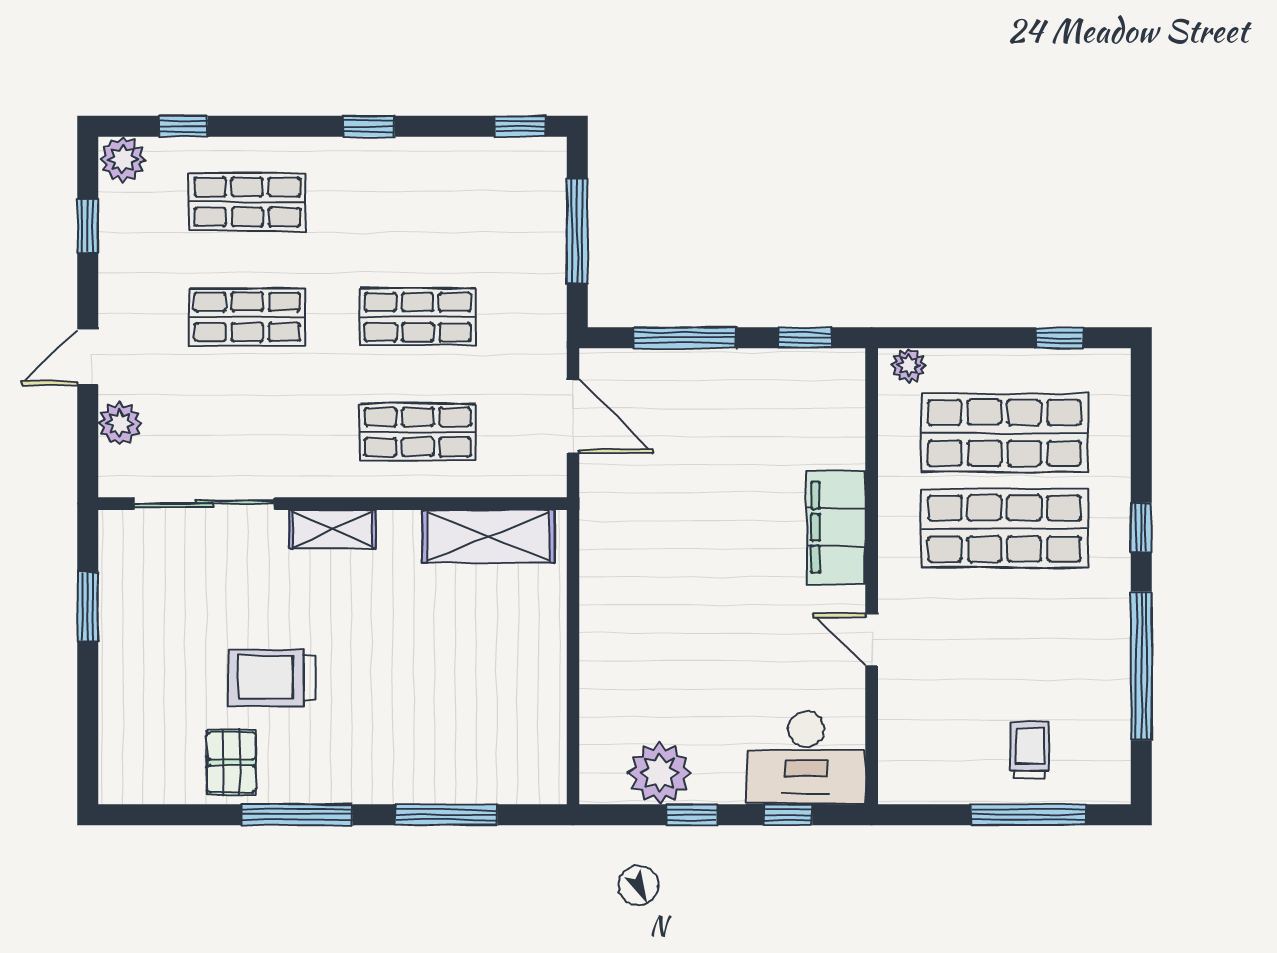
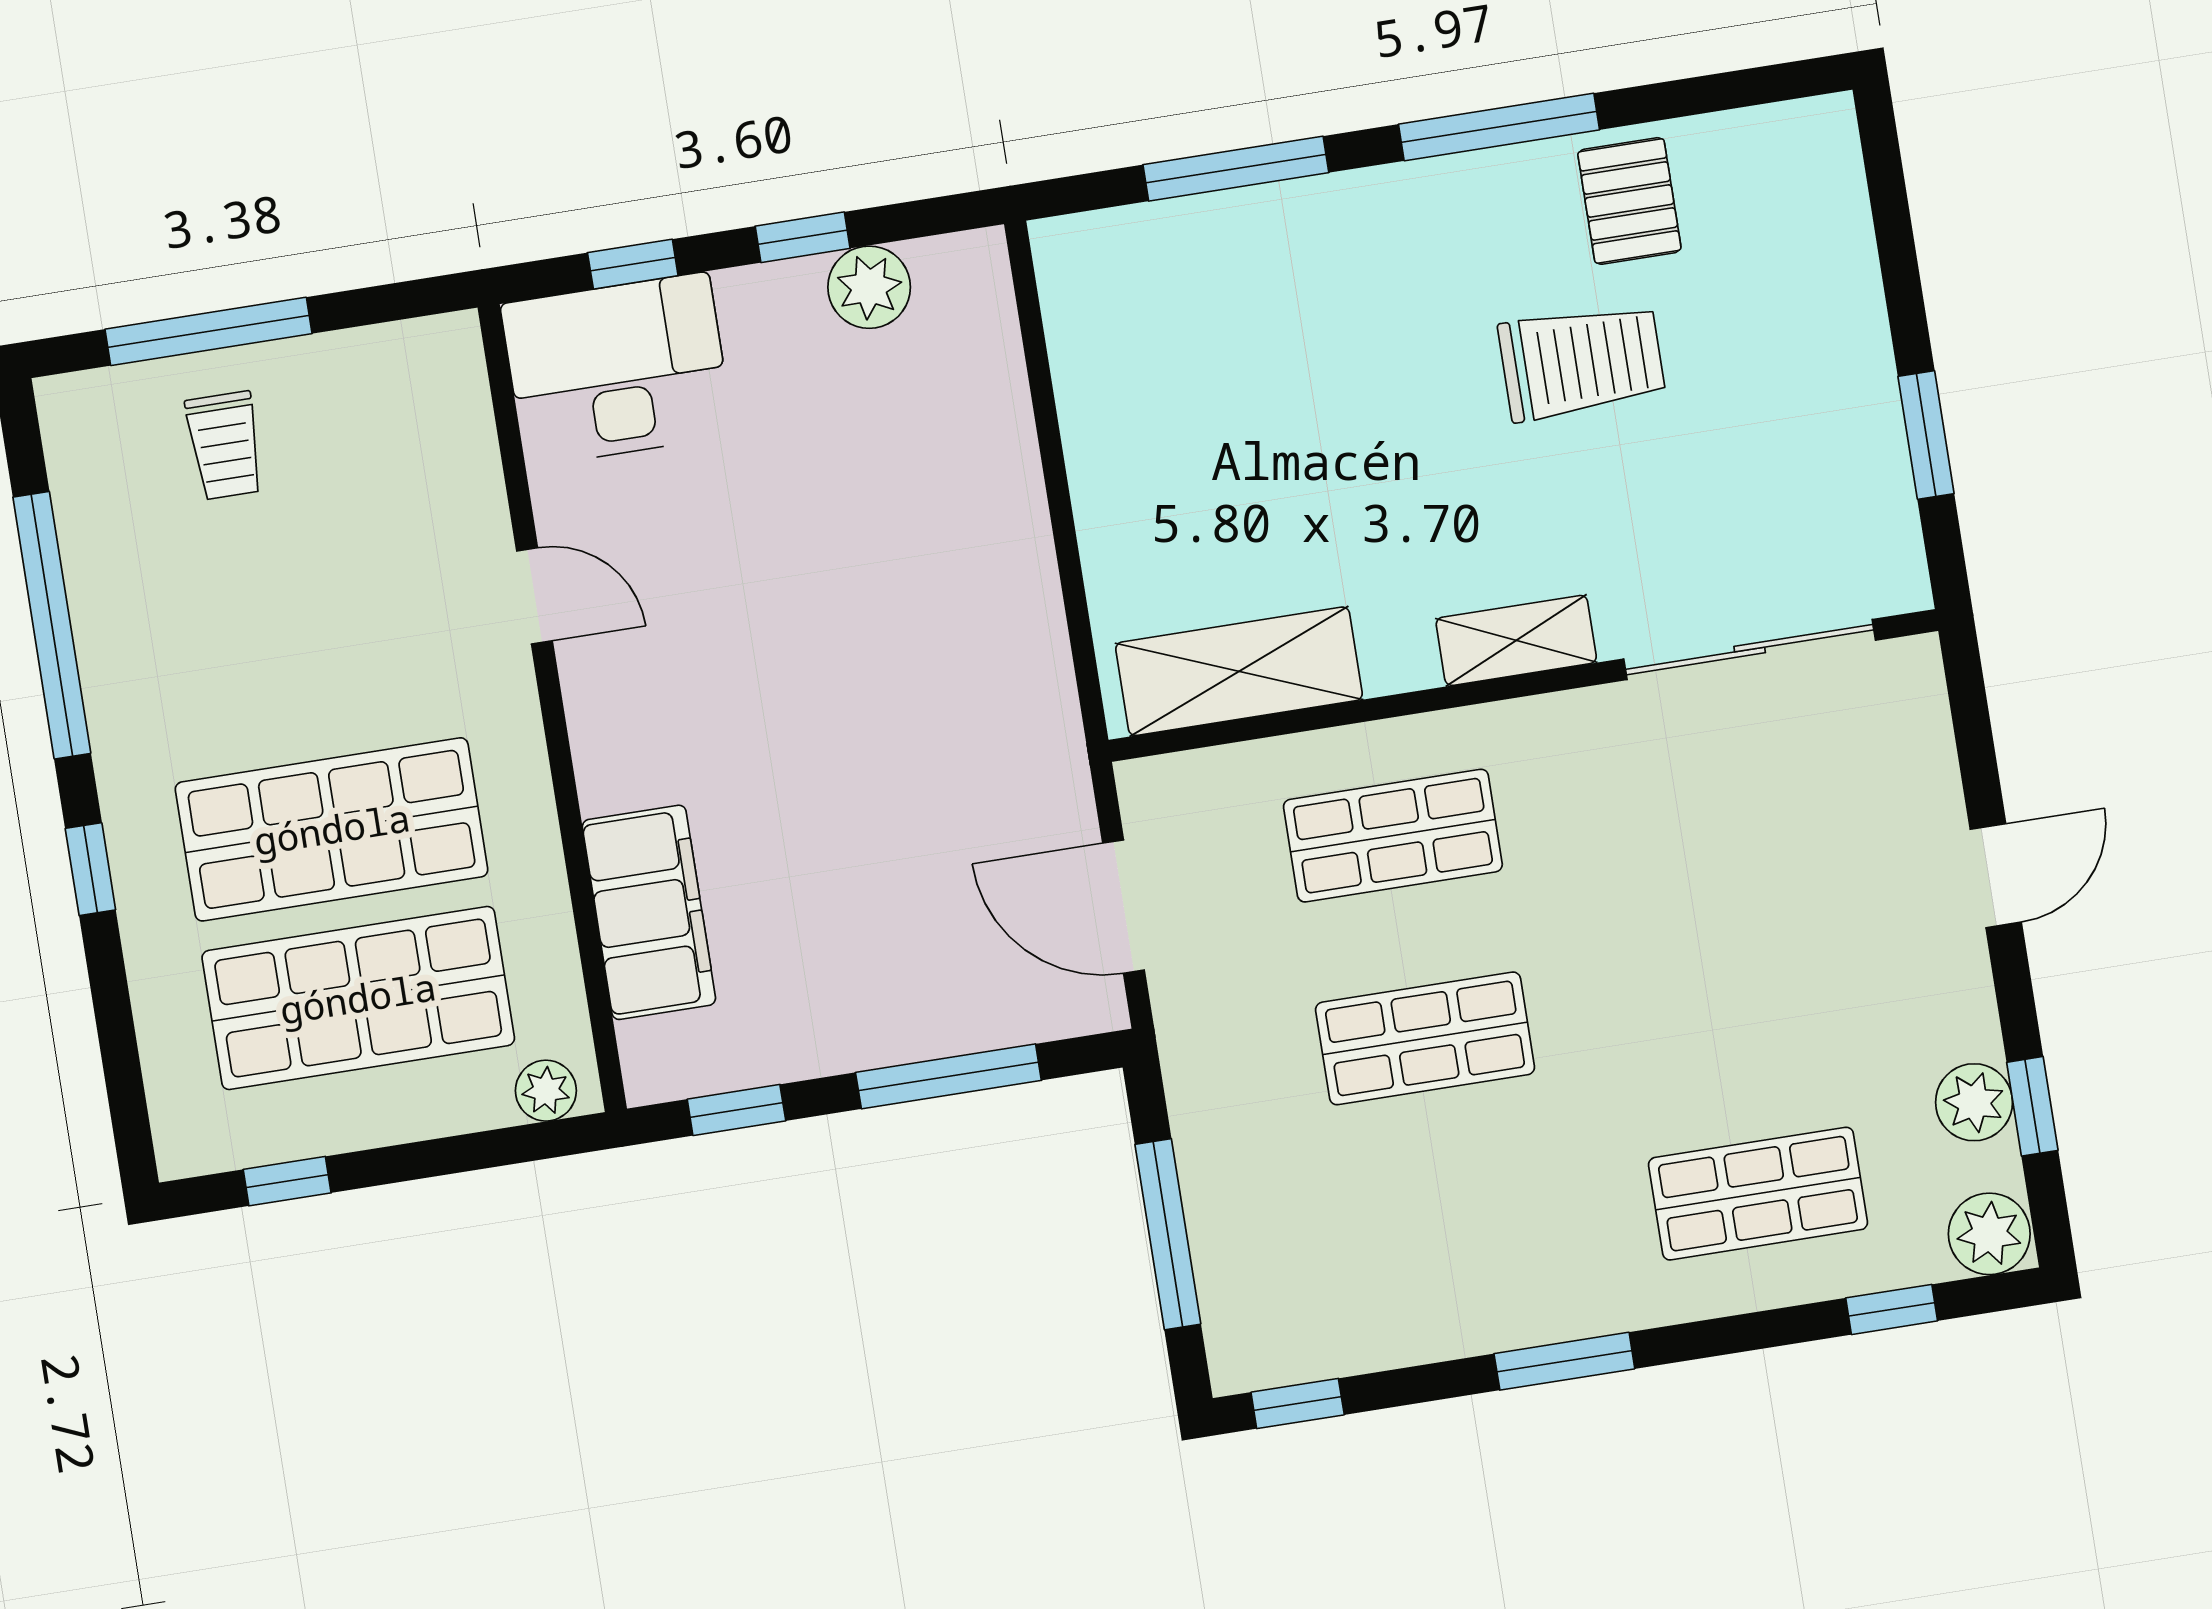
window: (369, 126) -> (1564, 1361), width x1.50
shop shelf: (247, 317) -> (1726, 991), removed
plant: (120, 423) -> (1974, 1102), moved
filing cabinet: (836, 527) -> (649, 912), moved
plant: (659, 773) -> (869, 287), width x0.73, depth x0.73

